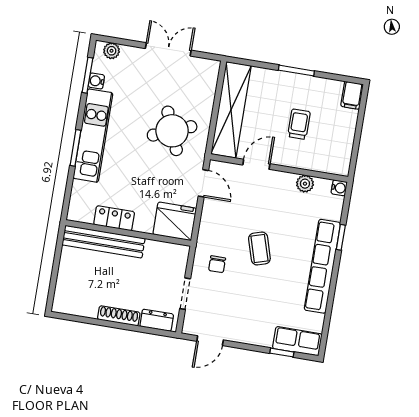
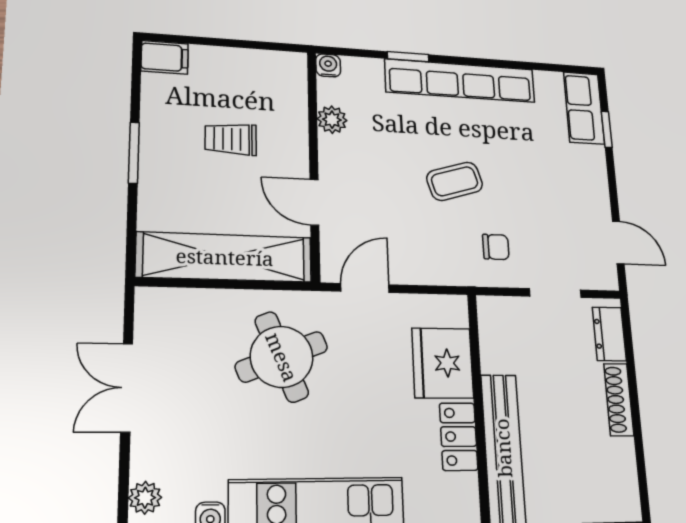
fridge: (175, 221) -> (443, 363), moved

